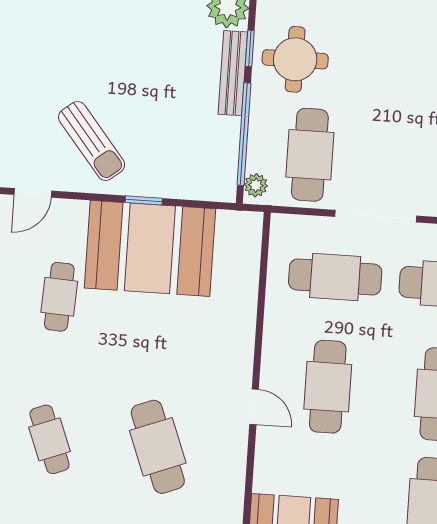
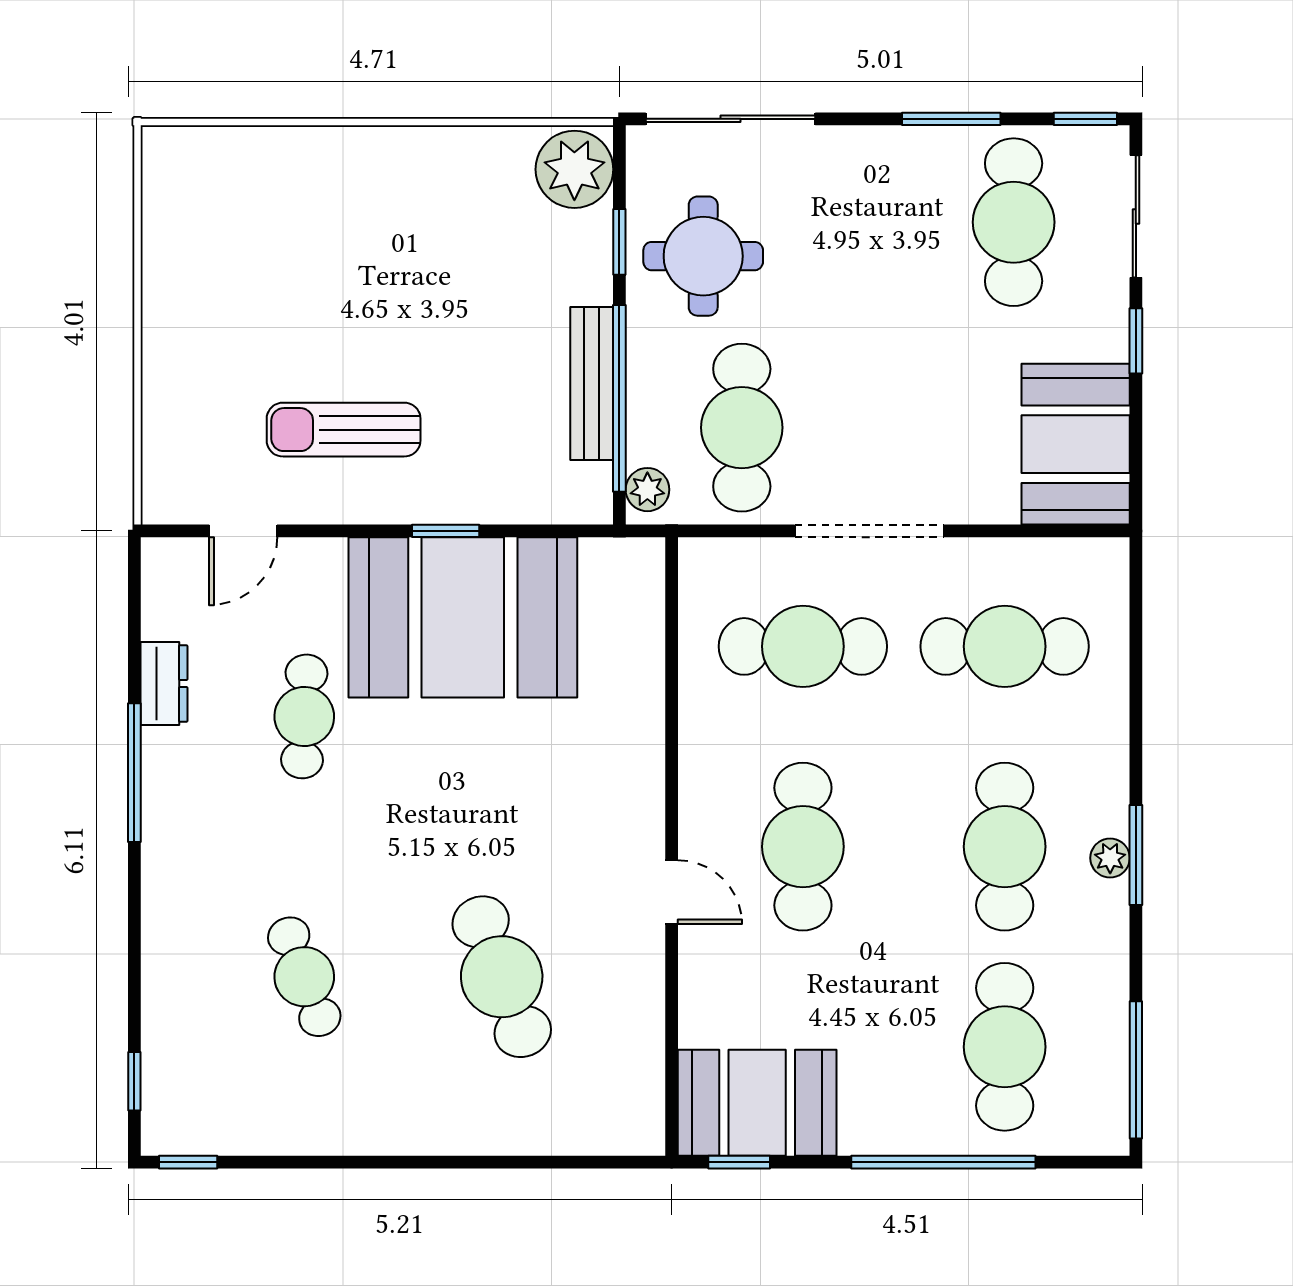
bench: (233, 73) -> (592, 383), moved
sun lounger: (92, 141) -> (344, 430), turned 129

